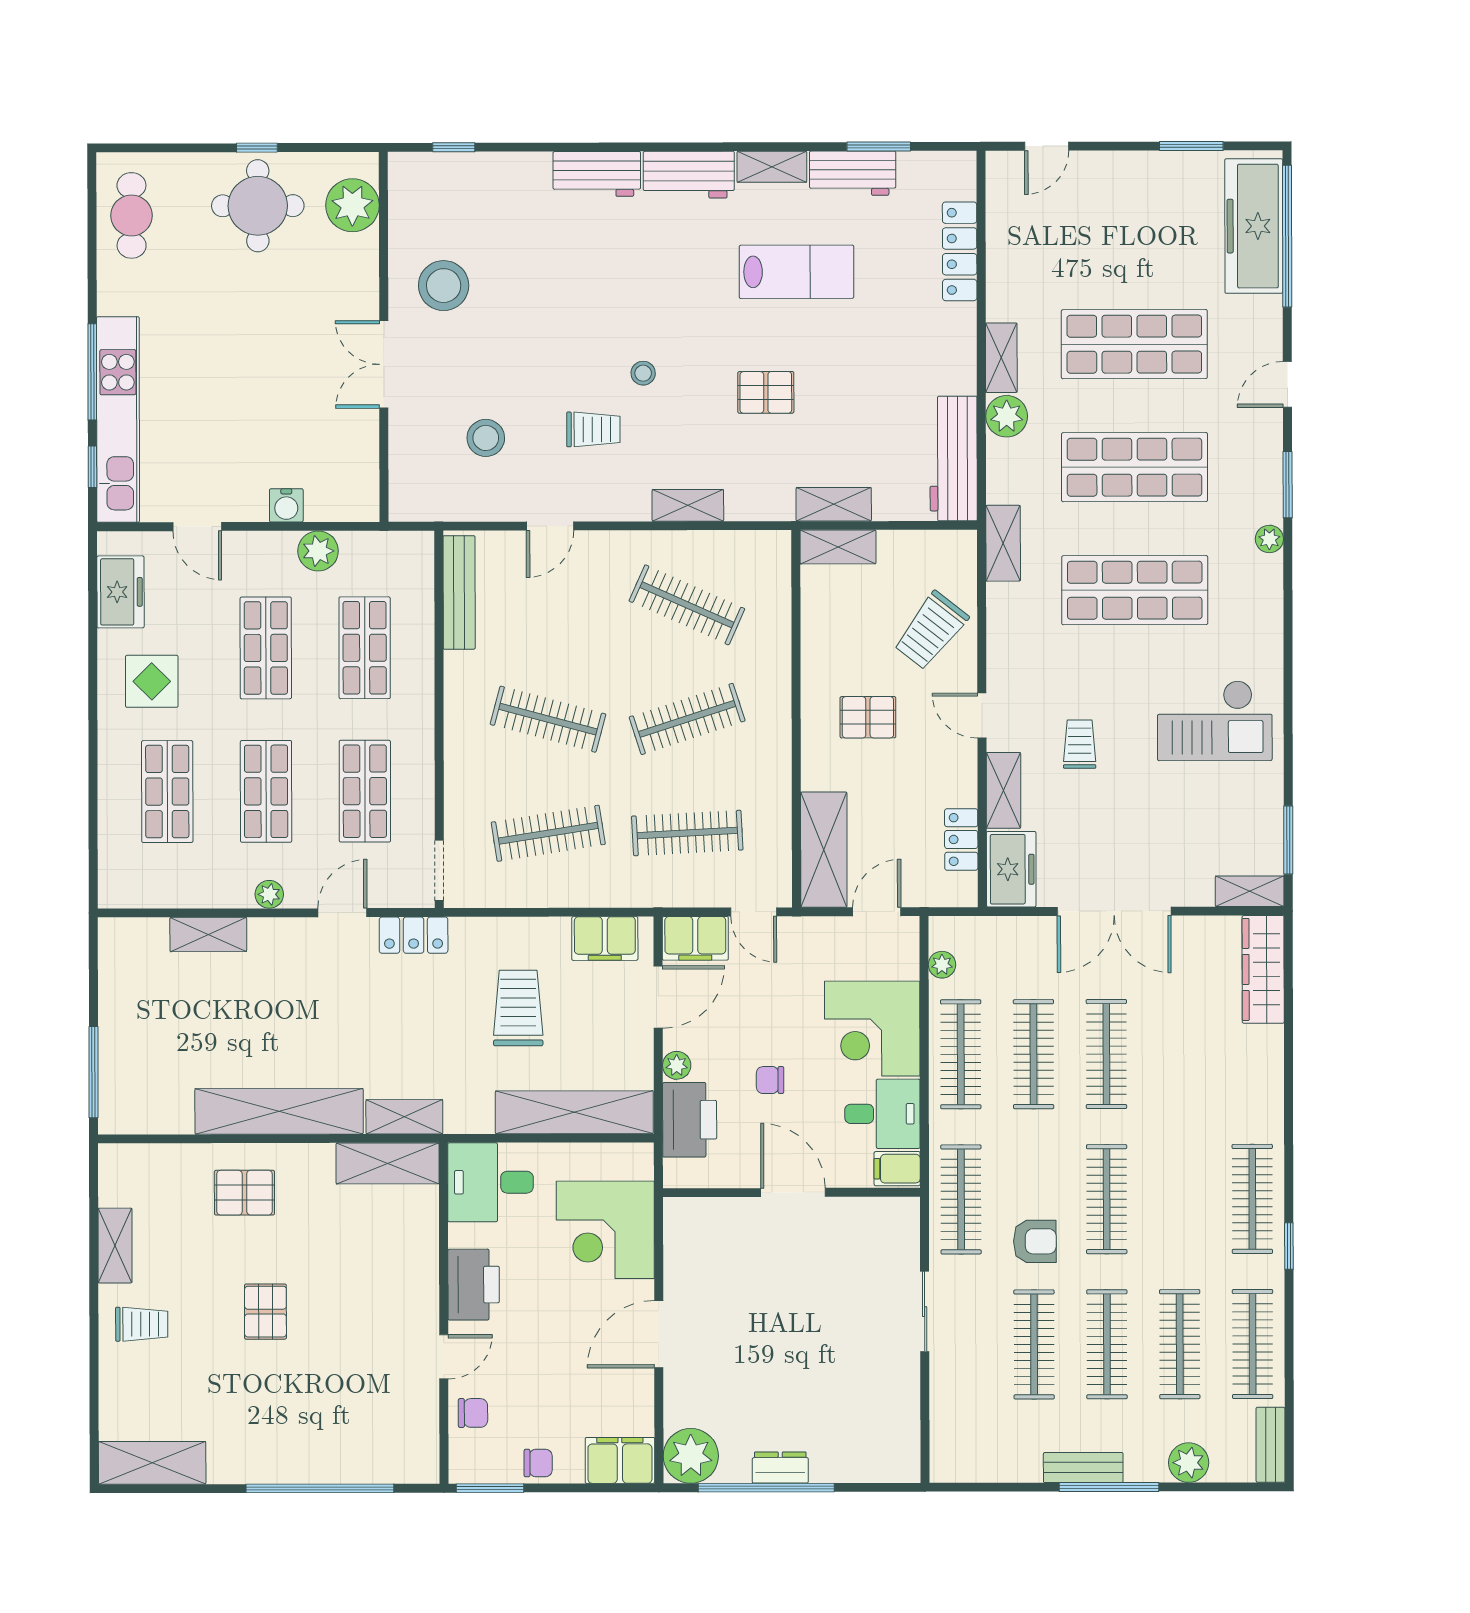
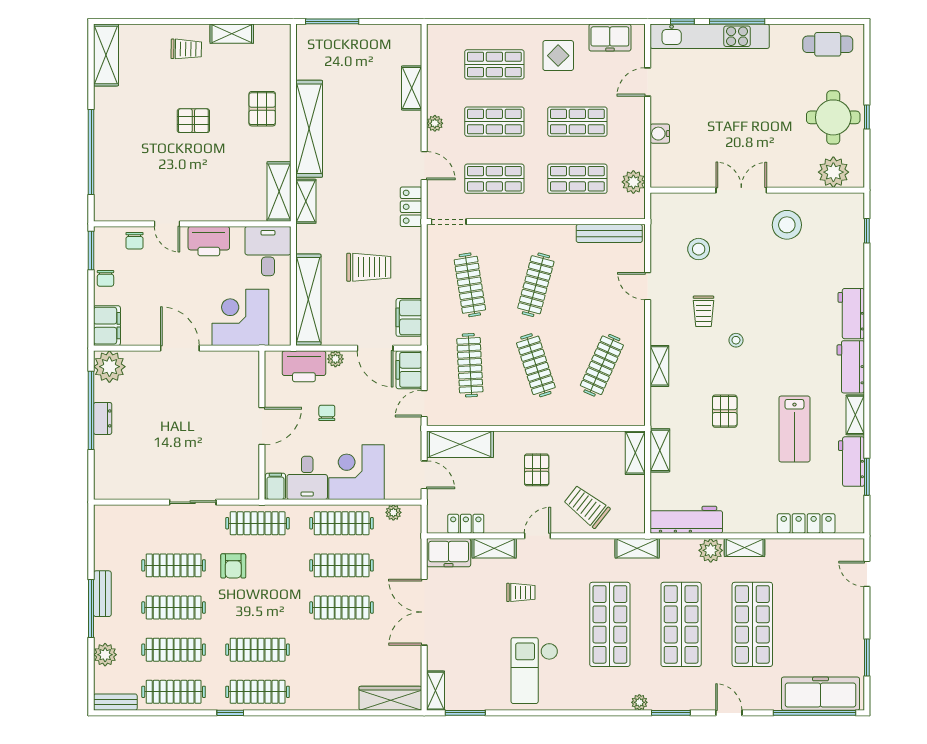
plant: (318, 551) -> (633, 182), moved
clothes rail: (1107, 1199) -> (258, 650), moved
trolley: (142, 1324) -> (186, 49), turned -89

